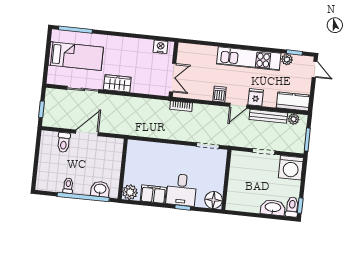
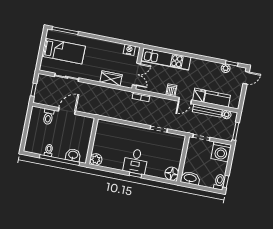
kitchen unit: (249, 59) -> (166, 59), moved
door: (315, 69) -> (246, 78), hinge flipped
wardrobe: (117, 83) -> (111, 78), moved
kitchen counter: (293, 101) -> (217, 99), moved
wall: (226, 180) -> (183, 159), moved
filing cabinet: (153, 194) -> (114, 163), removed
floor lamp: (214, 200) -> (172, 174), moved
washbasin: (273, 208) -> (190, 178), moved

